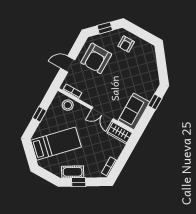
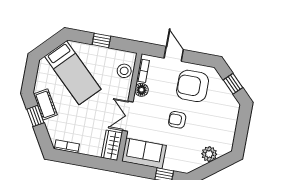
armchair: (126, 44) -> (177, 120), moved
plant: (151, 63) -> (209, 154), added
floor lamp: (86, 97) -> (141, 90), added

